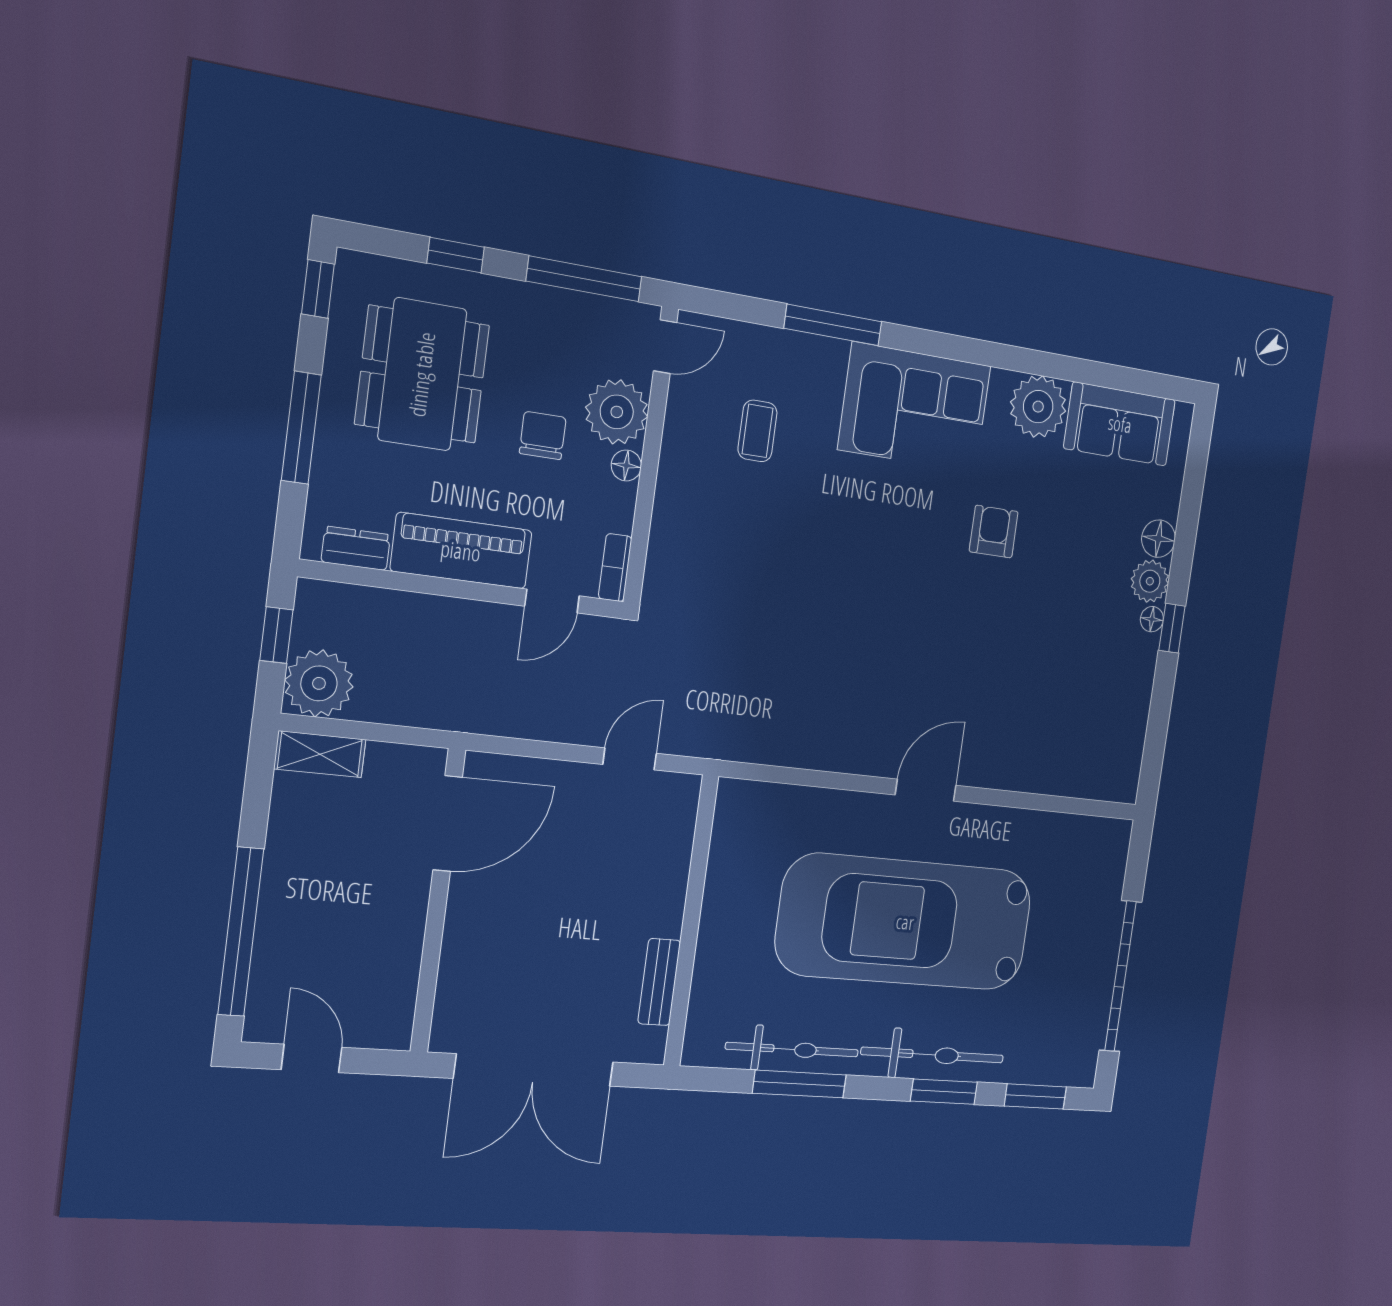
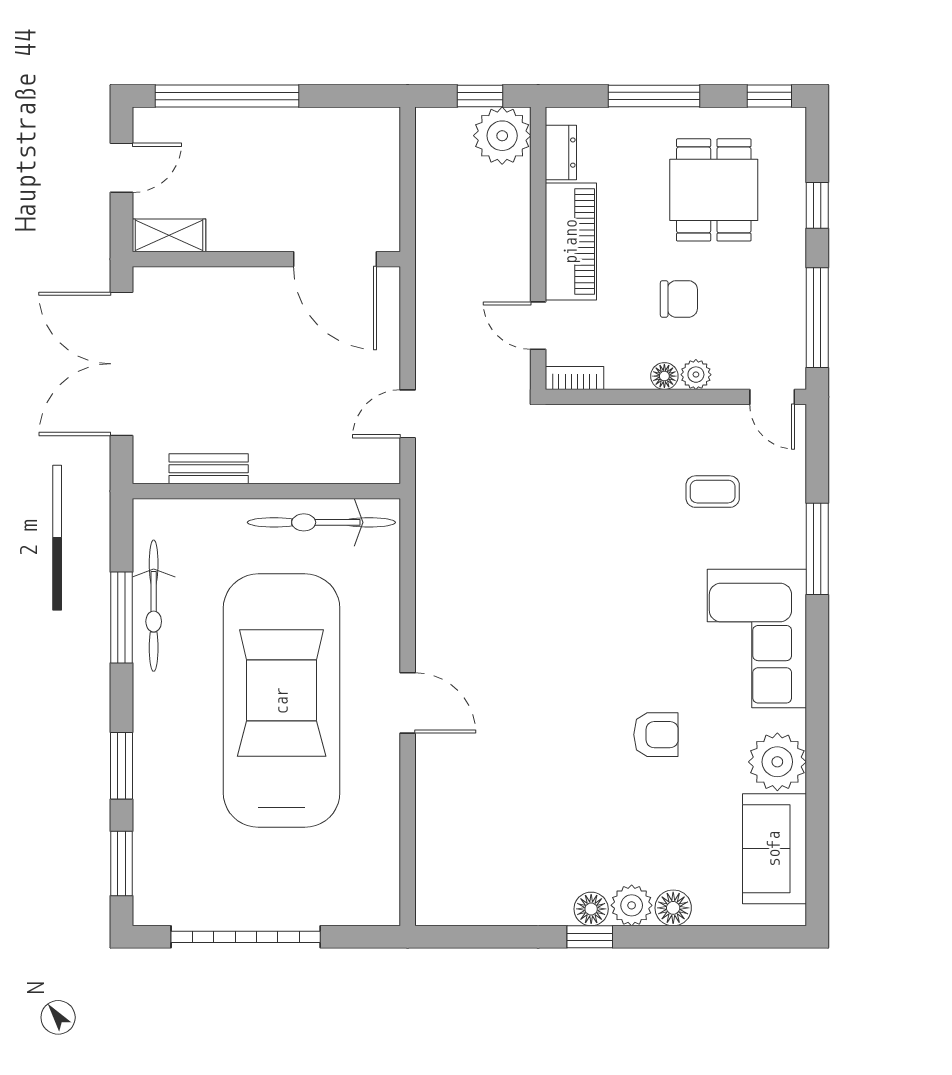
dining table: (422, 374) -> (714, 190), width x0.73
plant: (617, 412) -> (696, 375), width x0.53, depth x0.53
floor lamp: (1152, 619) -> (591, 909), width x1.37, depth x1.37
plant: (319, 683) -> (502, 136), moved
shelving: (320, 754) -> (169, 235), moved, turned 90
door: (630, 759) -> (408, 414), swing flipped
bicycle: (933, 1055) -> (321, 522), moved, turned 90

